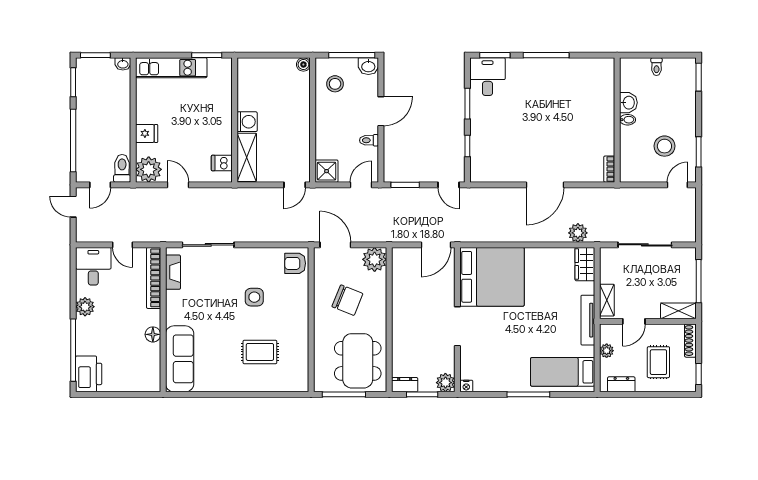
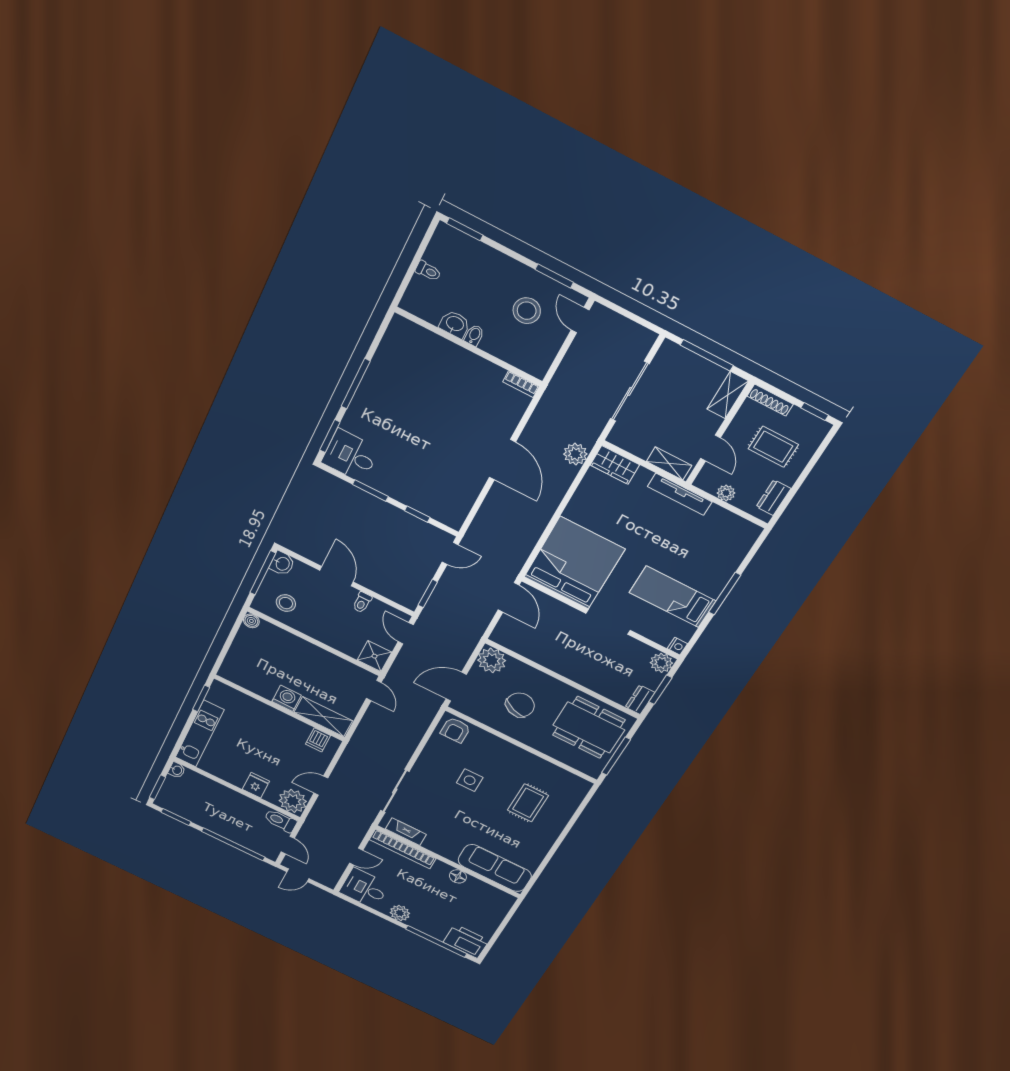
bed: (563, 372) -> (673, 597), moved, turned 90

